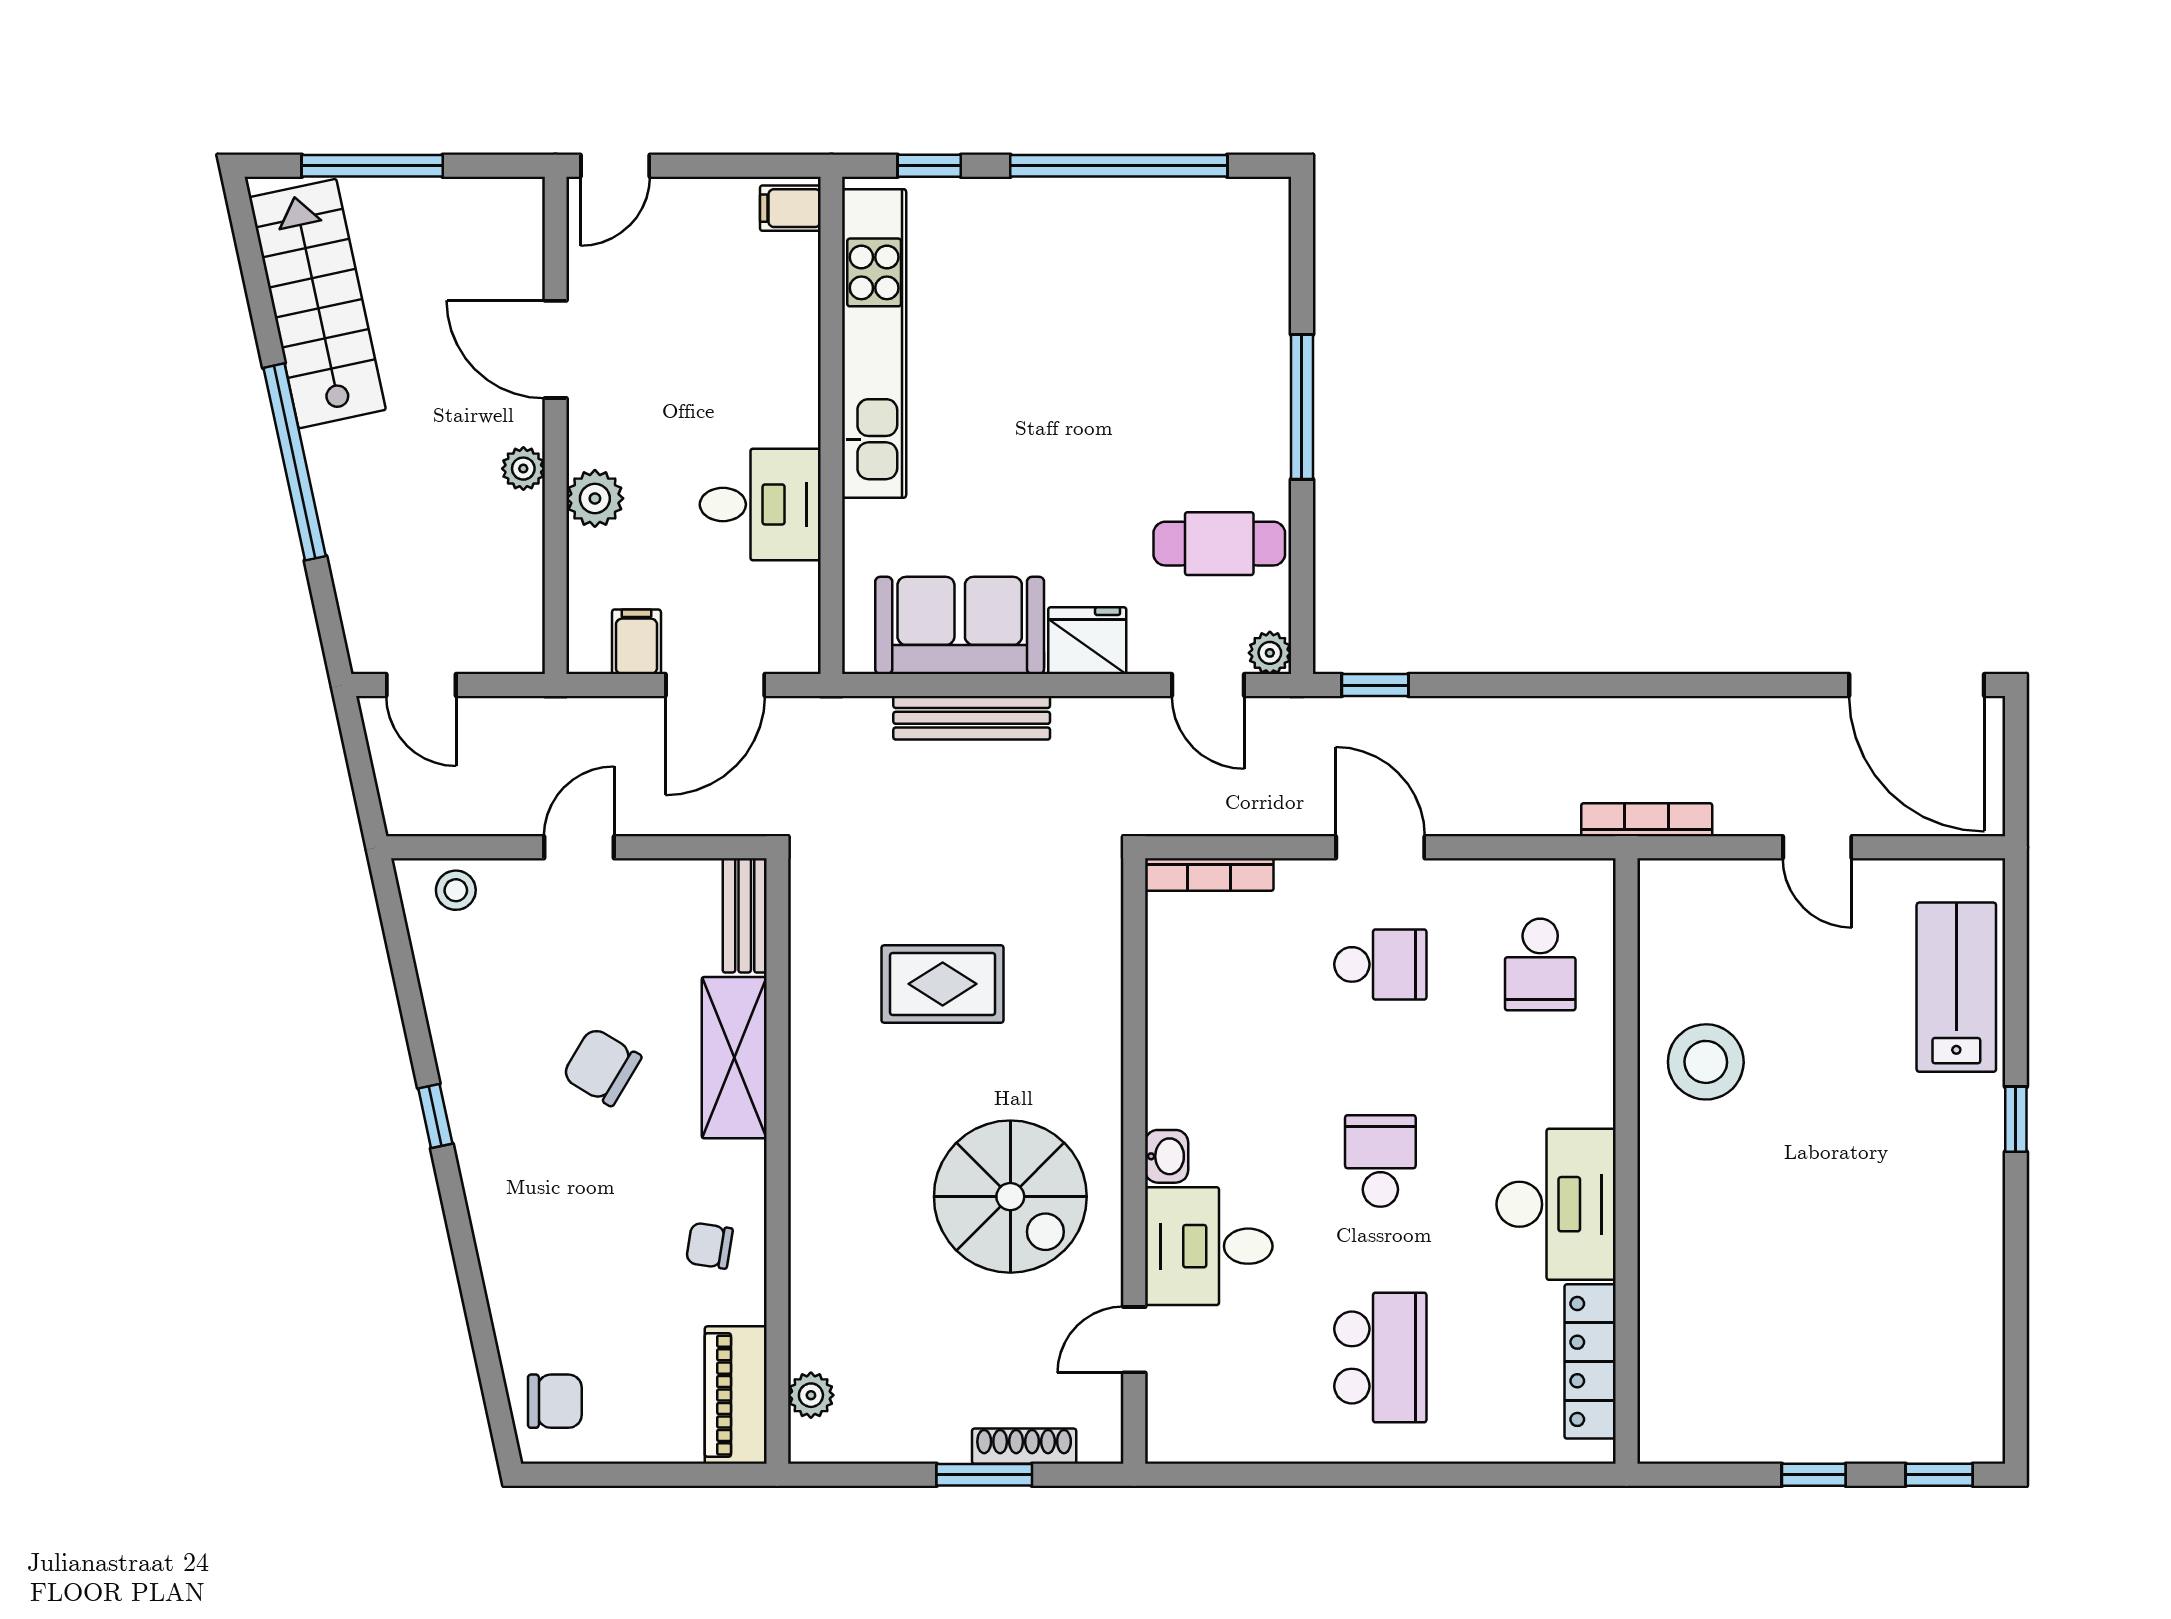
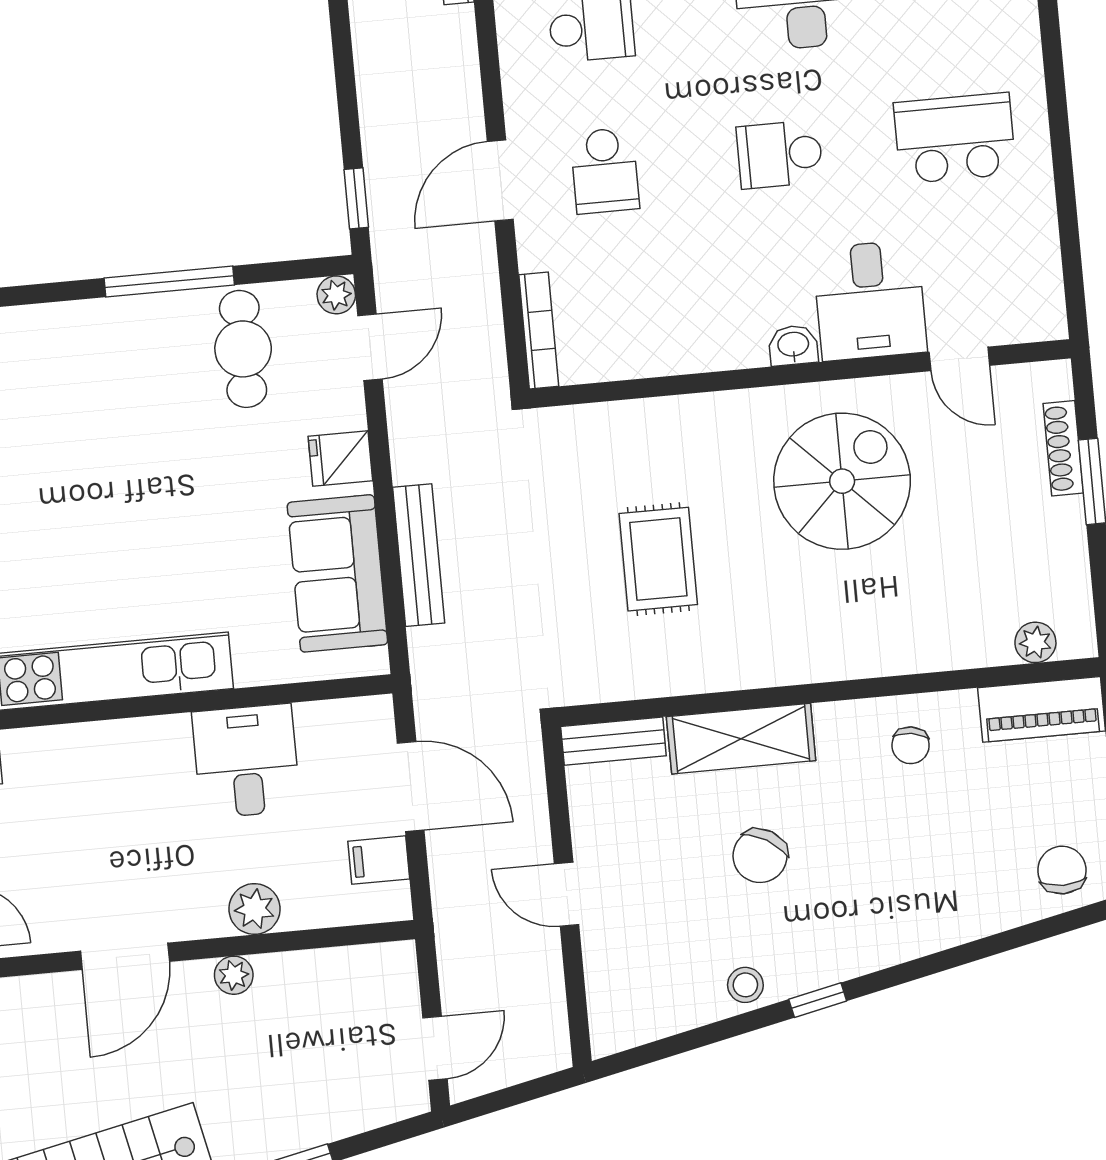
window: (1302, 407) -> (169, 282), moved
fridge: (1087, 641) -> (340, 459), width x0.72
stool: (456, 890) -> (745, 985), moved
school desk: (1380, 964) -> (605, 171), turned 180

